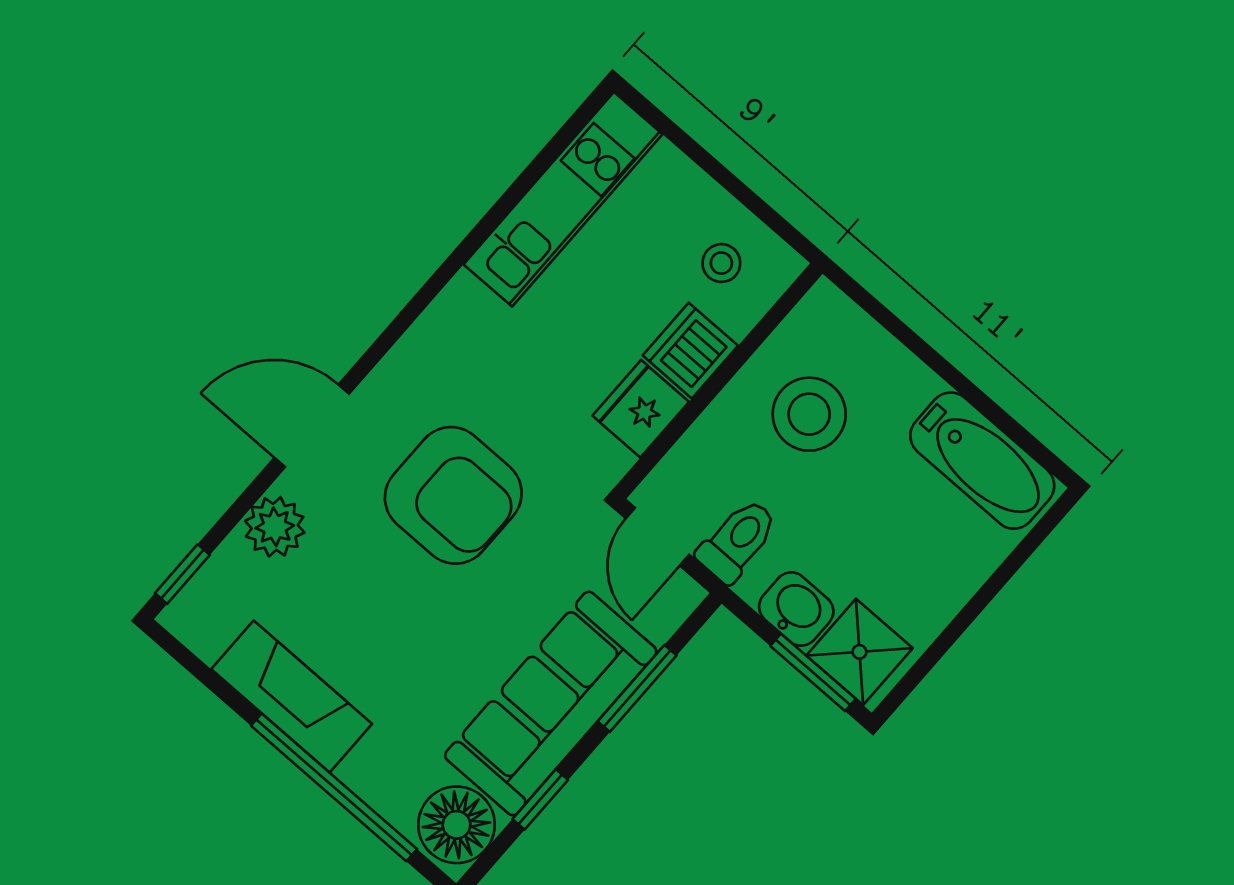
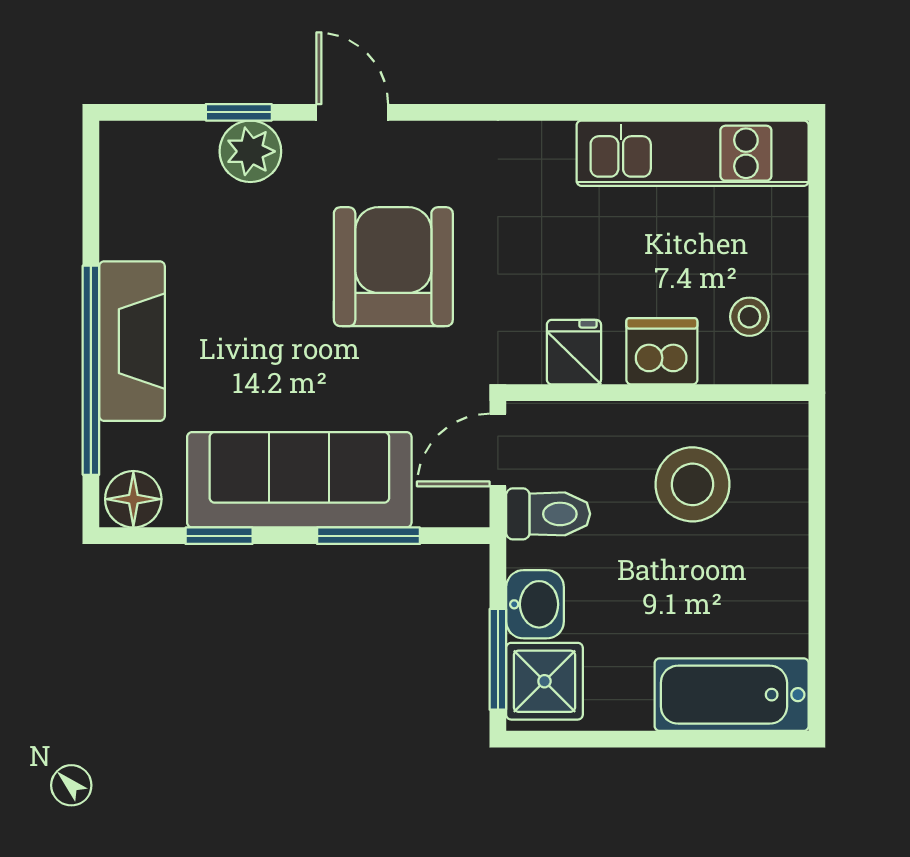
fridge: (641, 409) -> (574, 352), width x0.72
door: (312, 426) -> (352, 112), width x0.73
bathtub: (982, 461) -> (732, 695), moved, turned 90
armchair: (453, 495) -> (393, 267), turned 180
window: (182, 574) -> (239, 112), moved
fireplace: (292, 697) -> (132, 341), moved
floor lamp: (456, 825) -> (133, 499), width x0.73, depth x0.73

